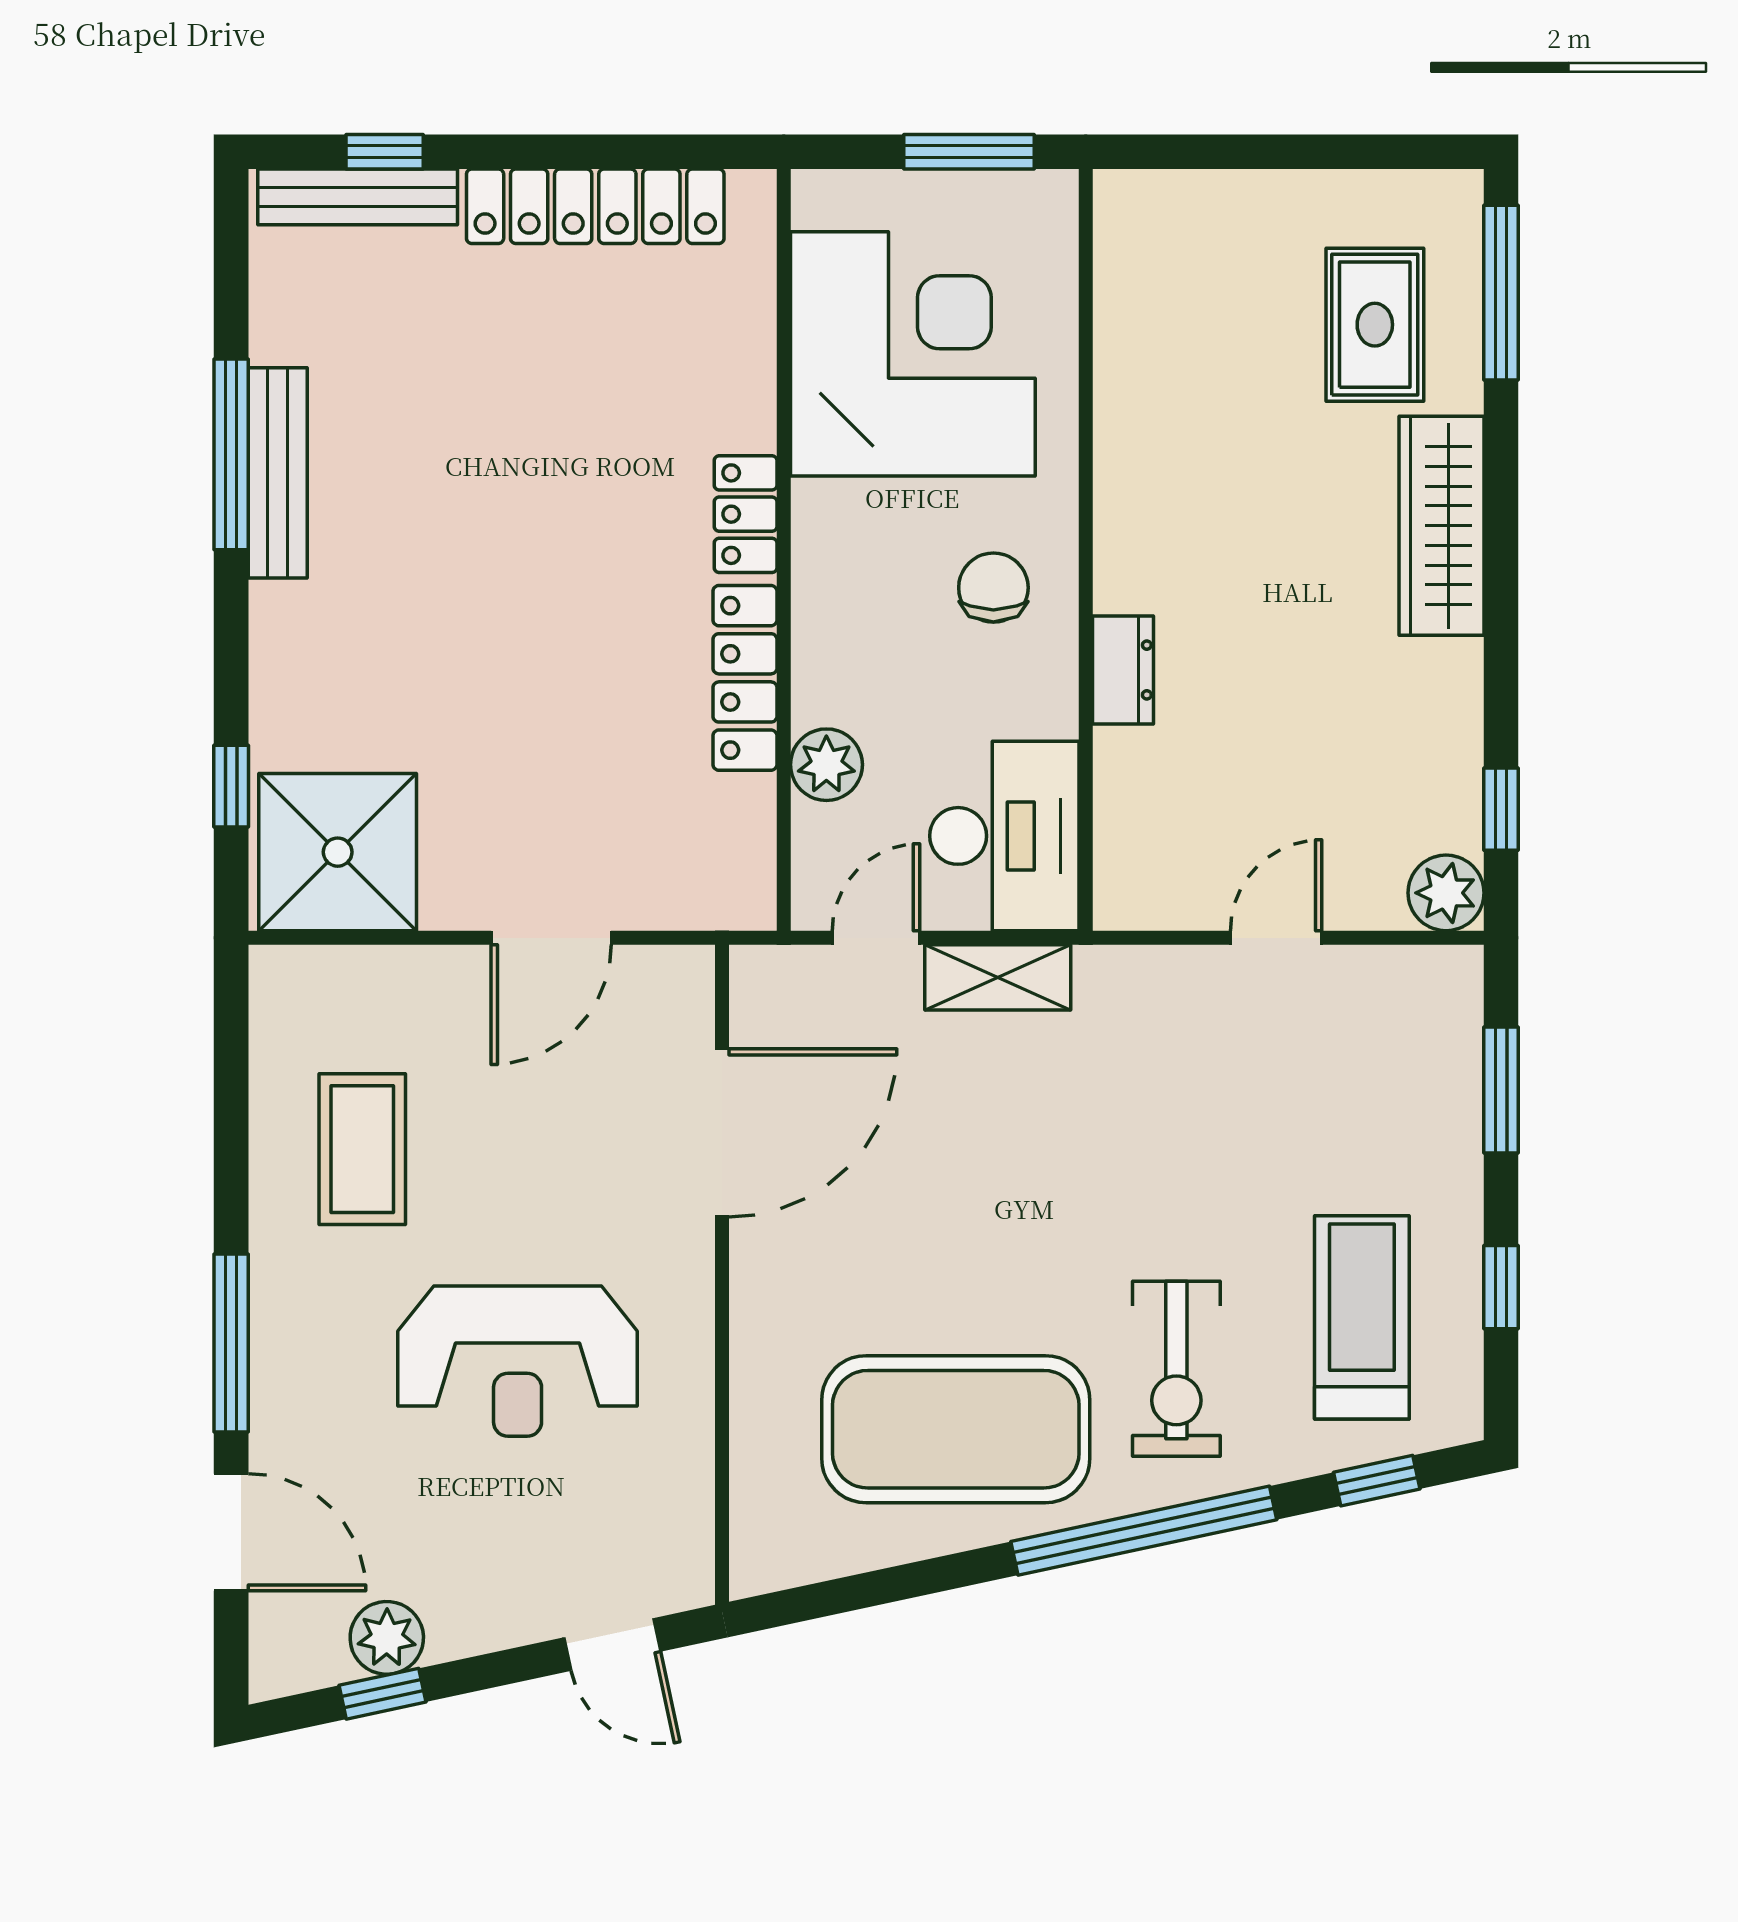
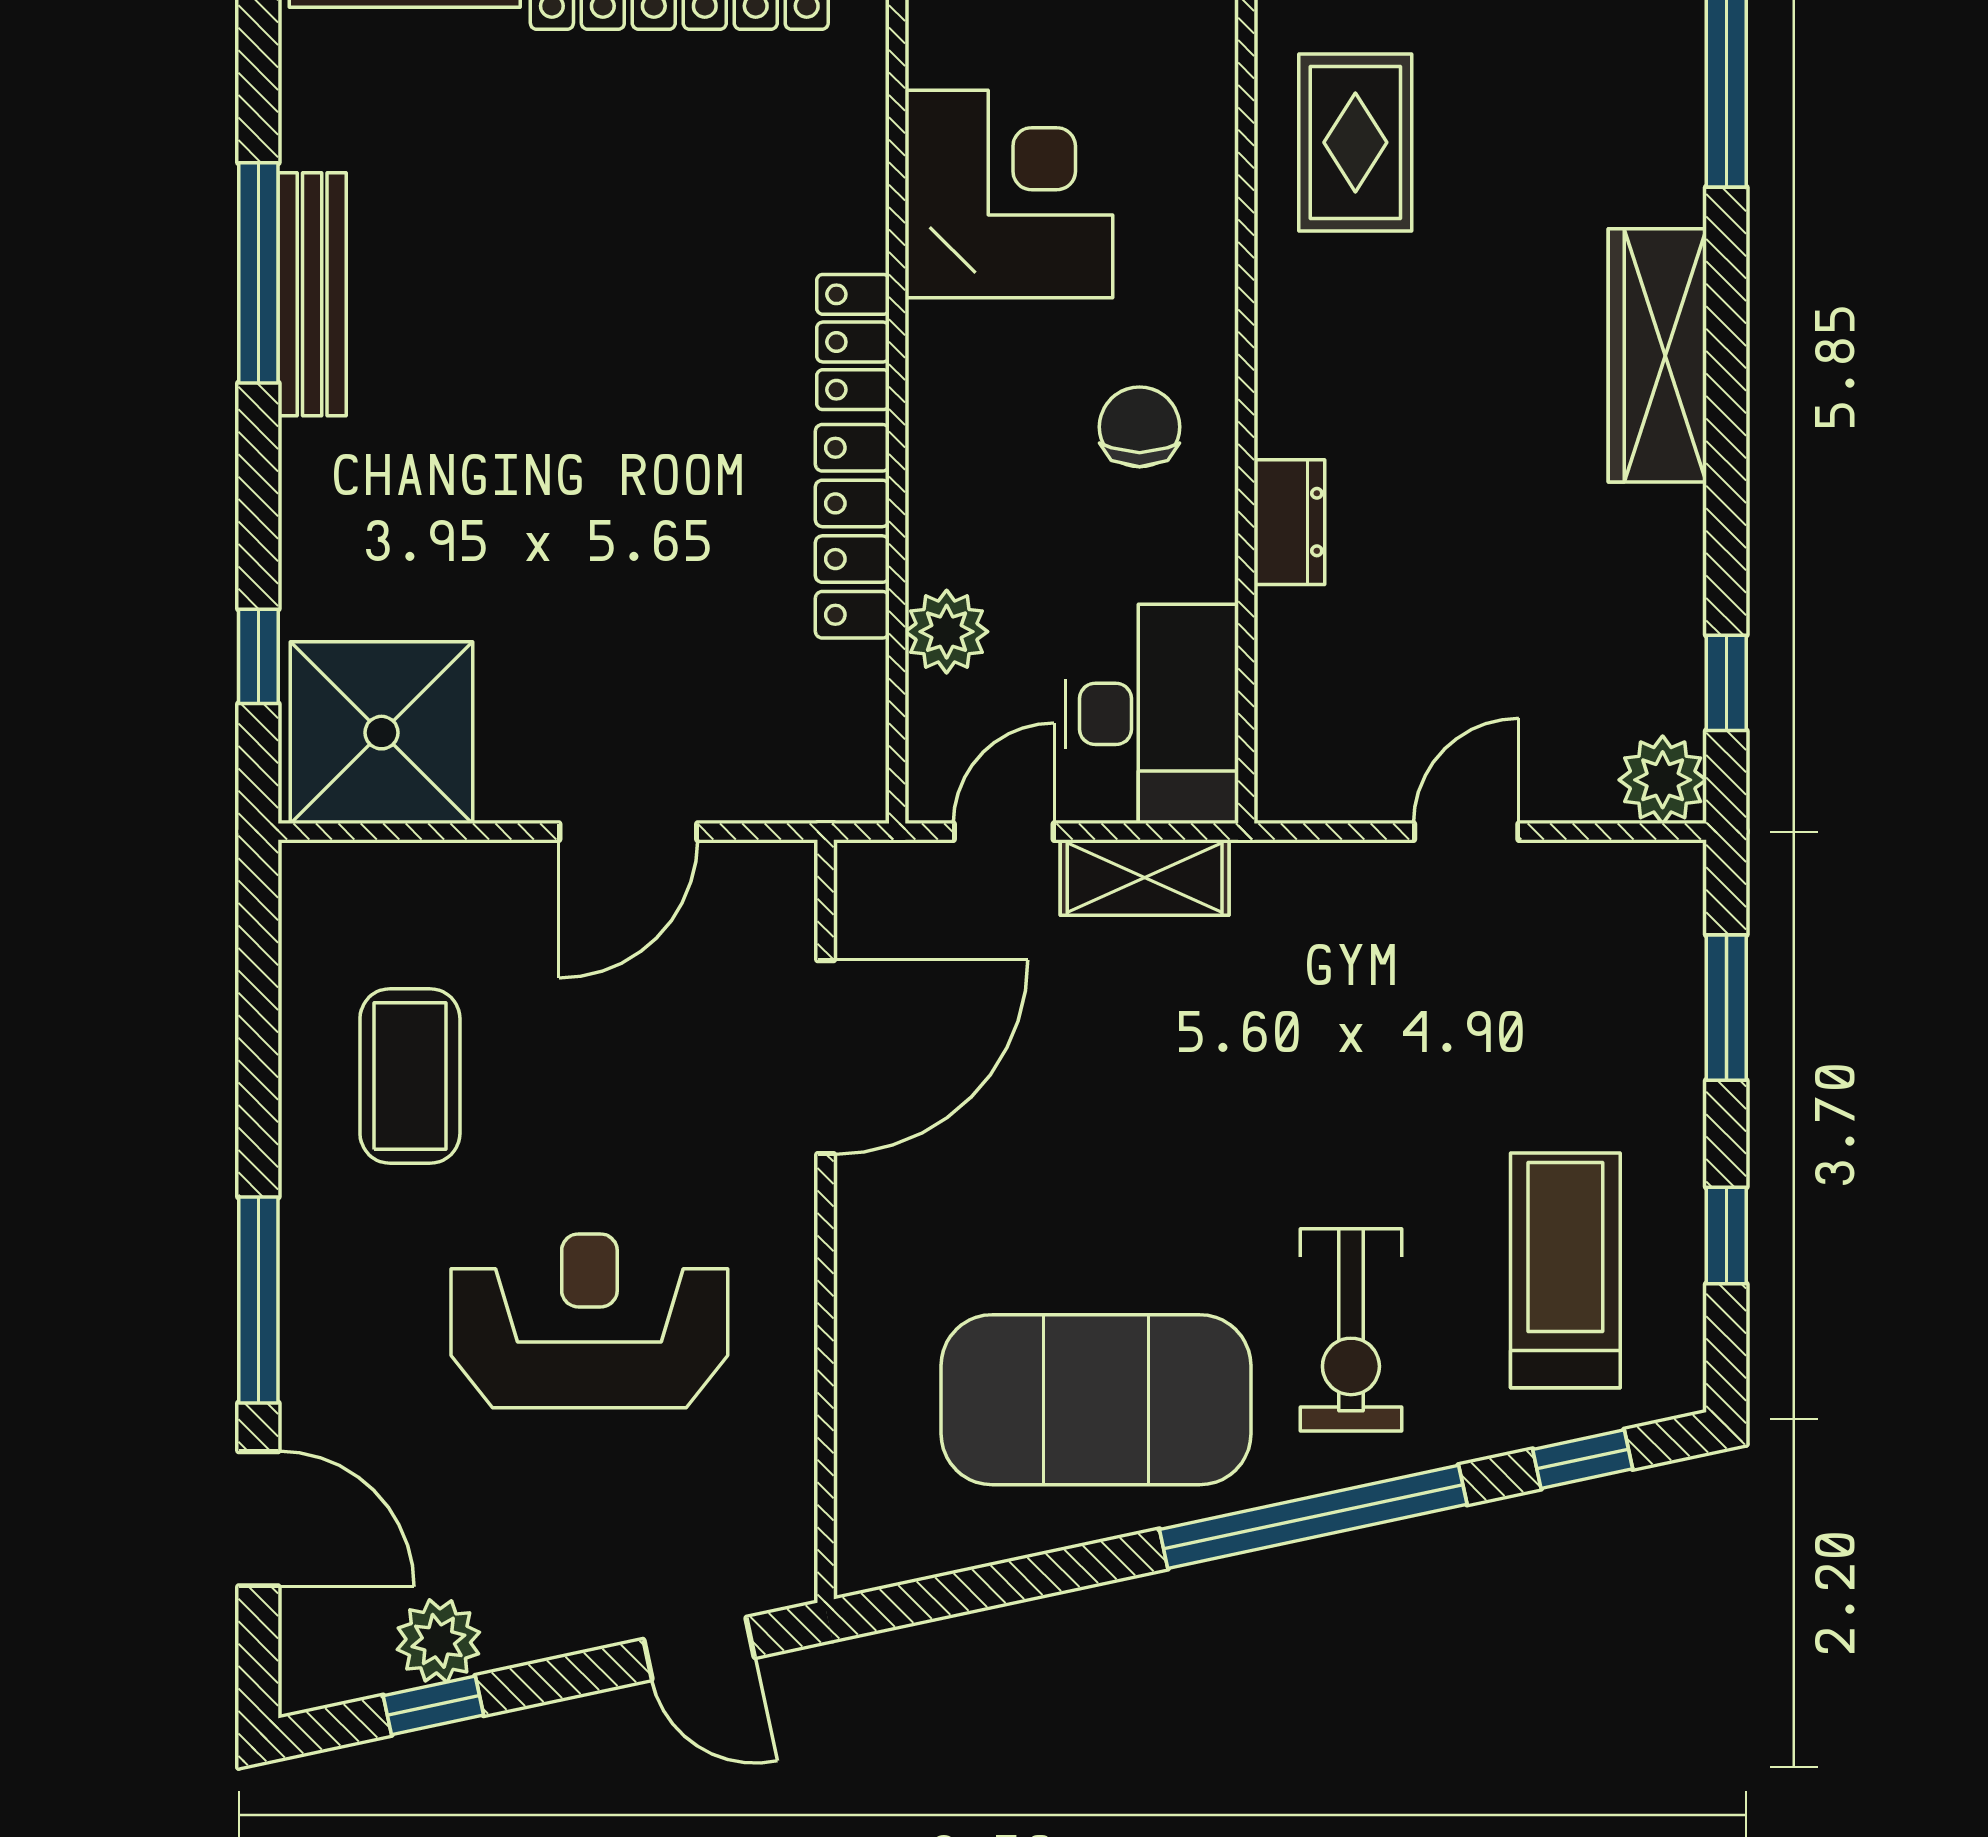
rug: (1375, 325) -> (1355, 142), moved
corner desk: (913, 354) -> (1009, 194), width x0.74, depth x0.74
reception desk: (518, 1361) -> (589, 1321), turned 180

